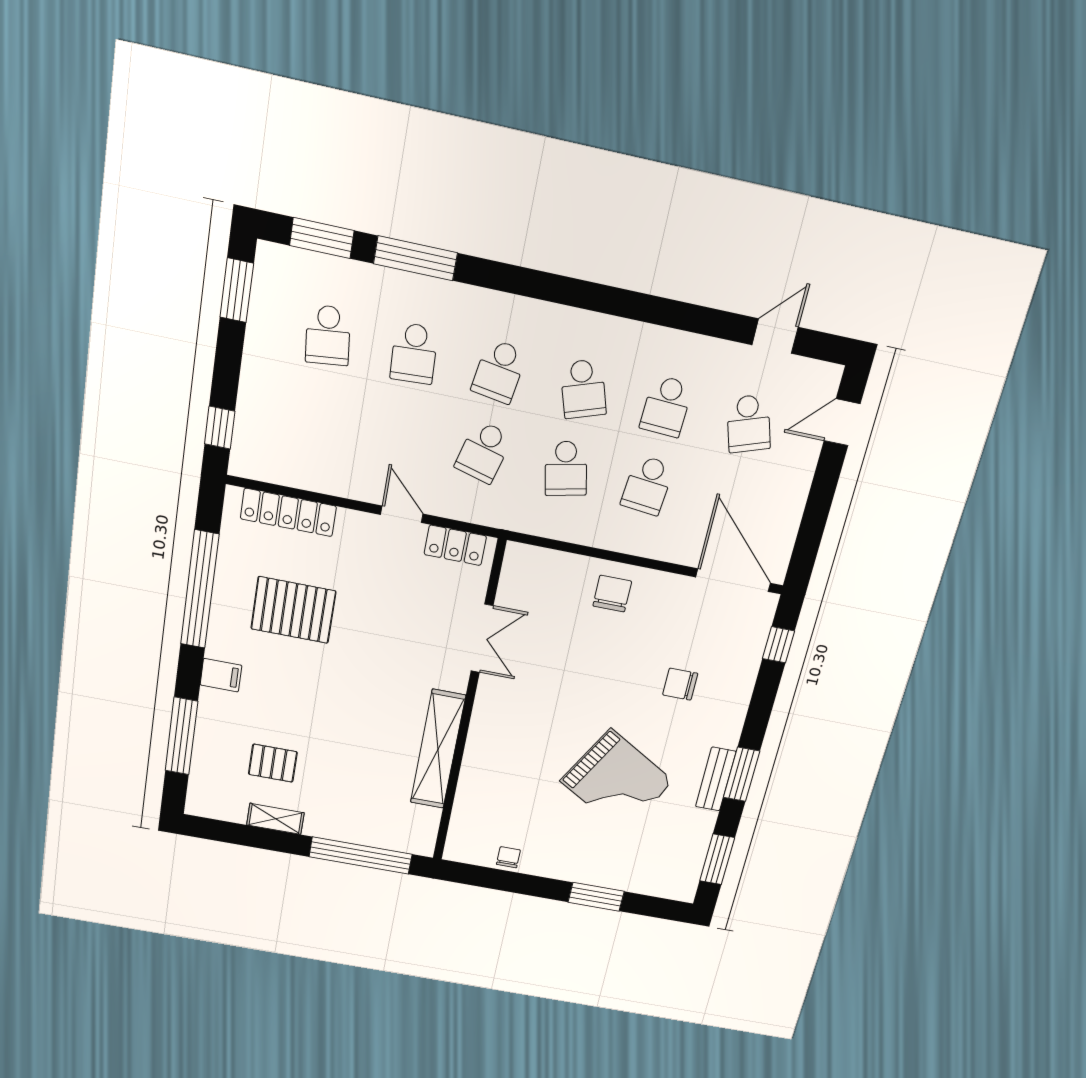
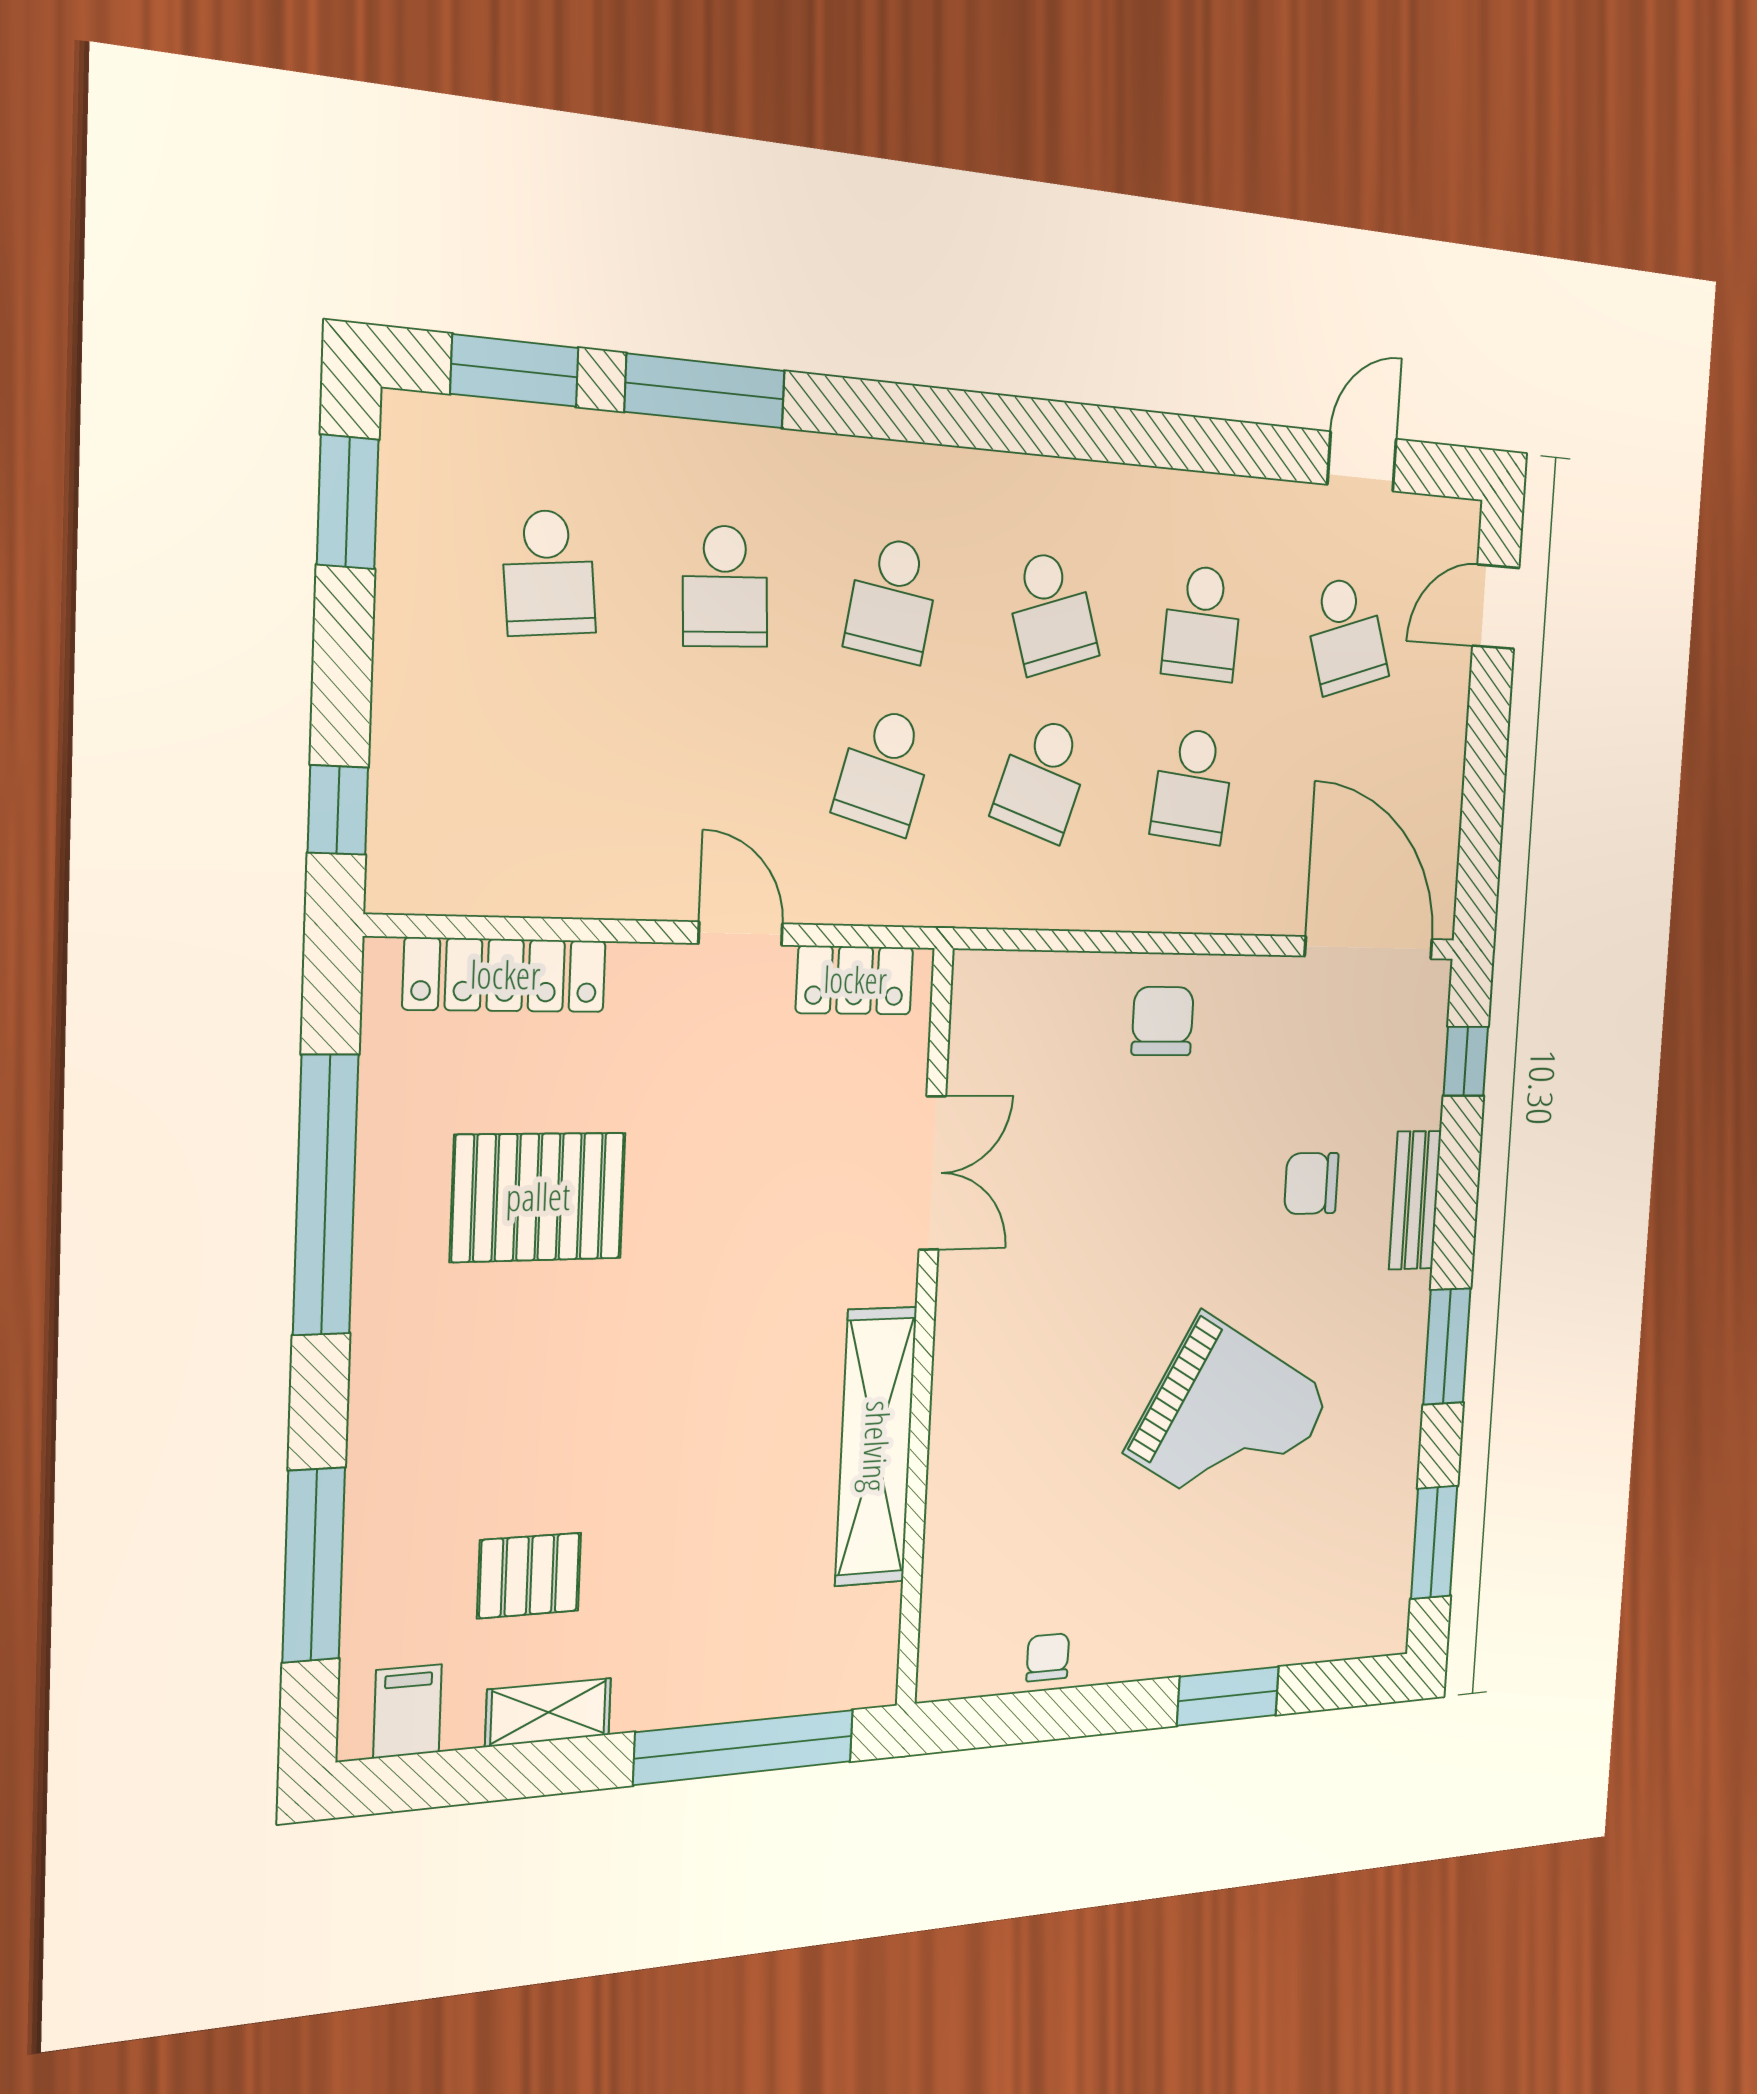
school desk: (566, 469) -> (1042, 778), turned 30
filing cabinet: (221, 675) -> (408, 1711), moved, turned -90
bench: (716, 779) -> (1415, 1200), moved

